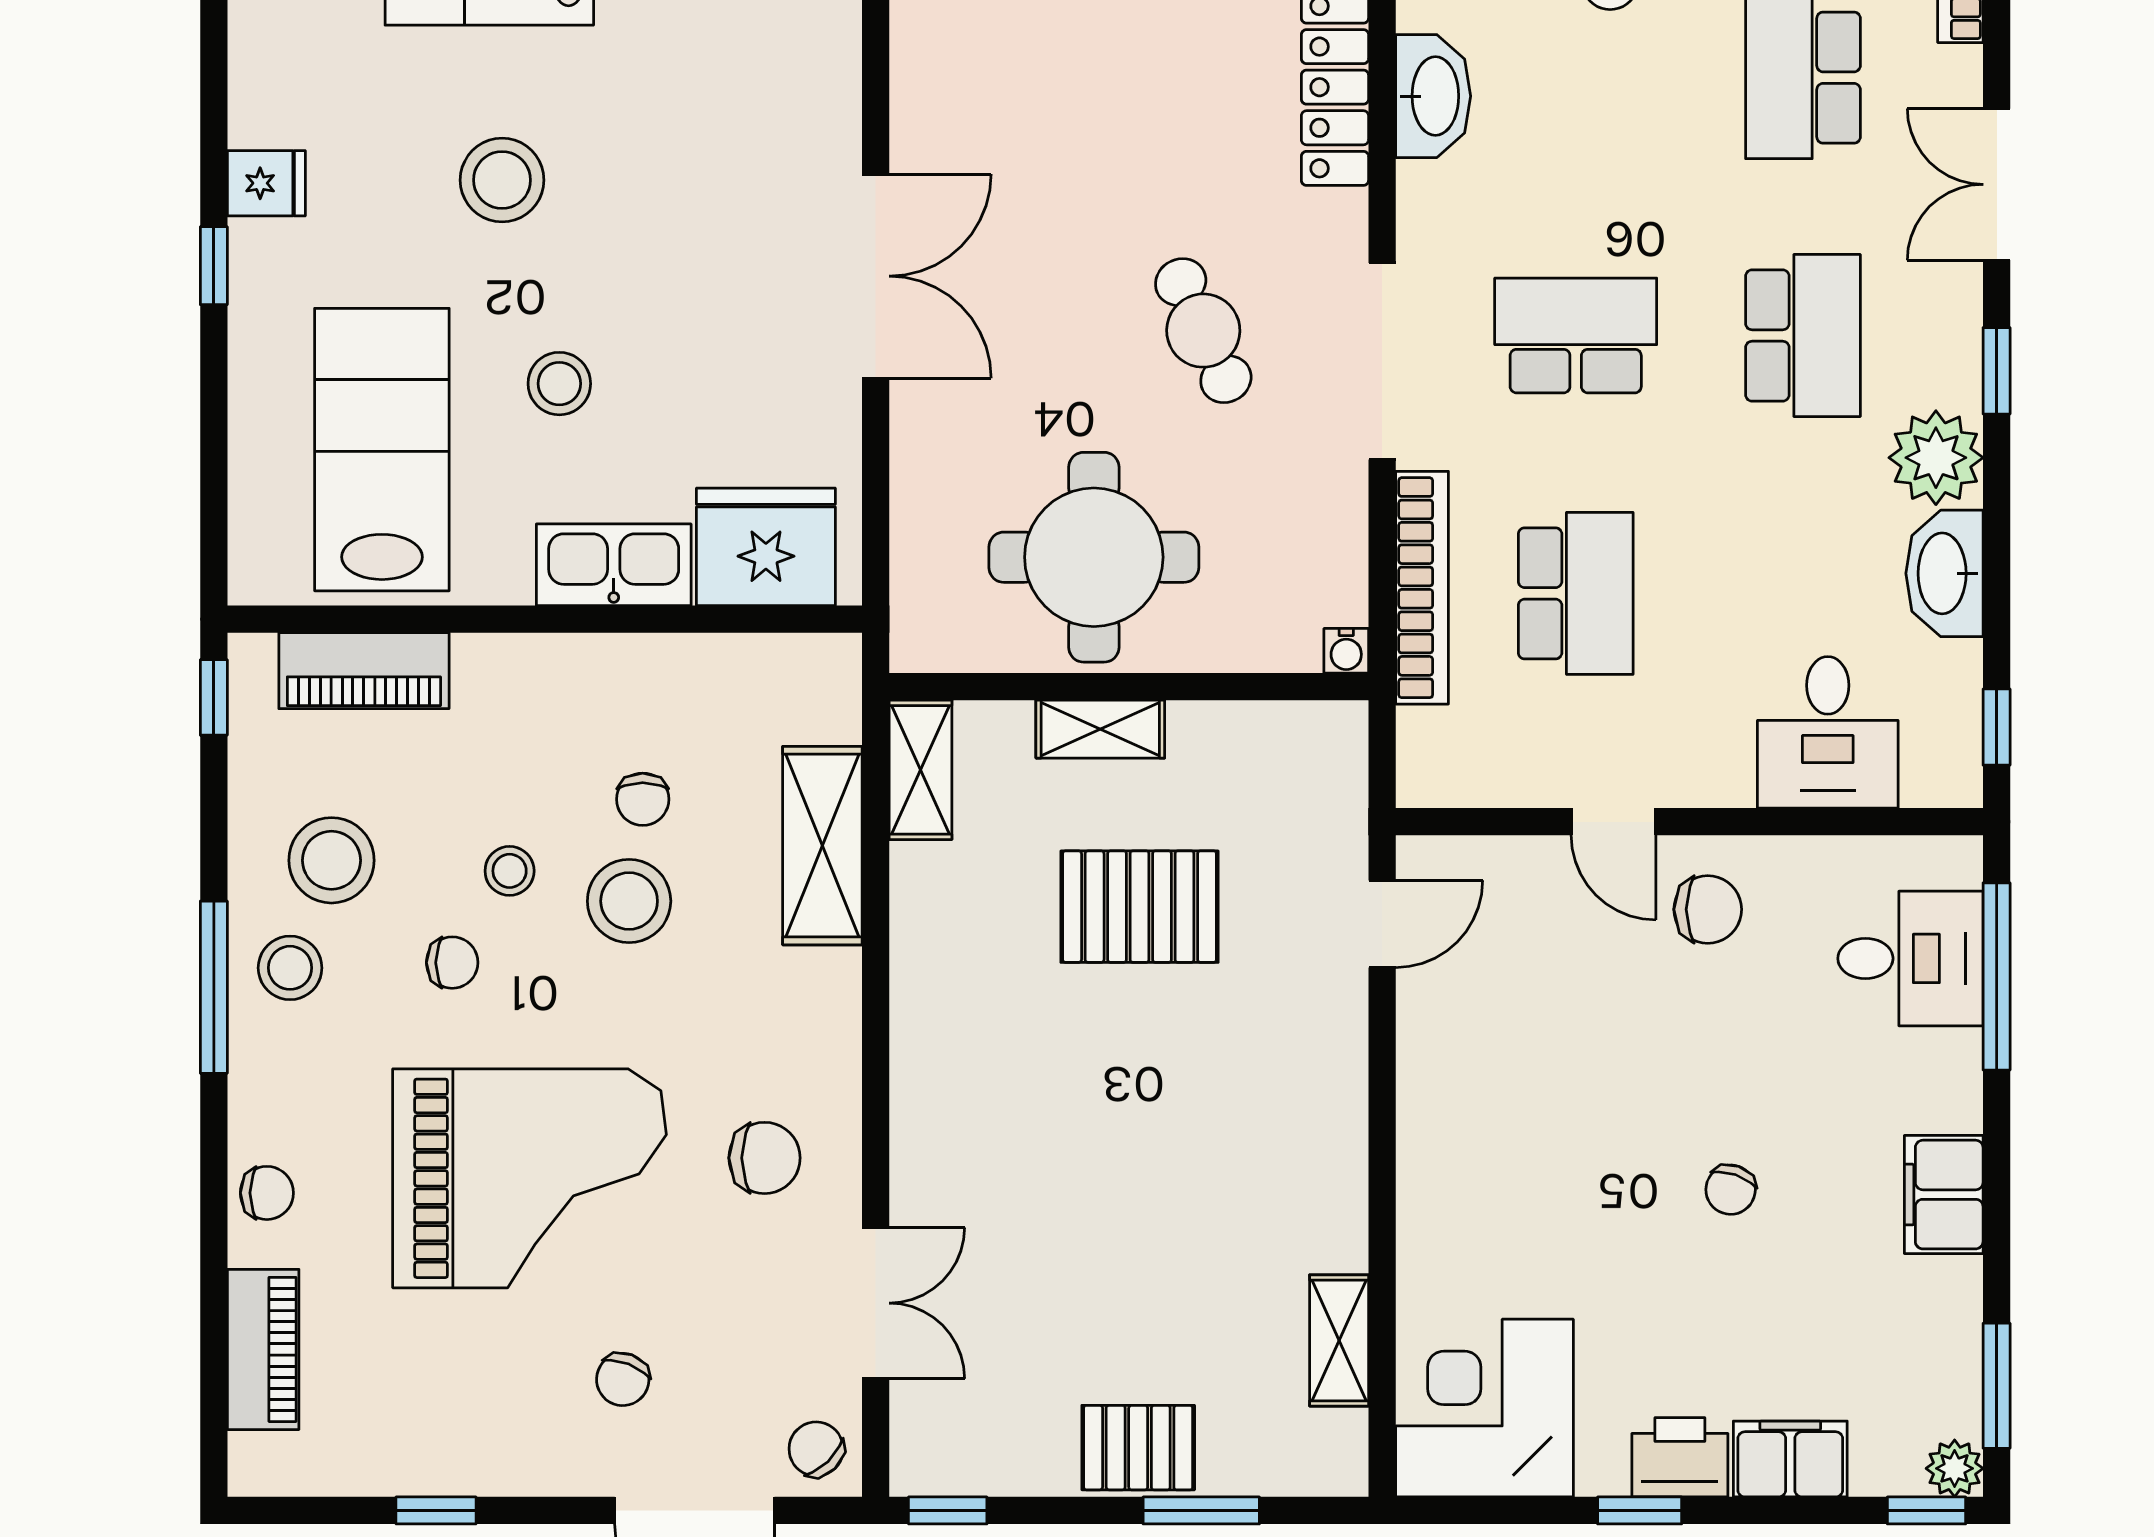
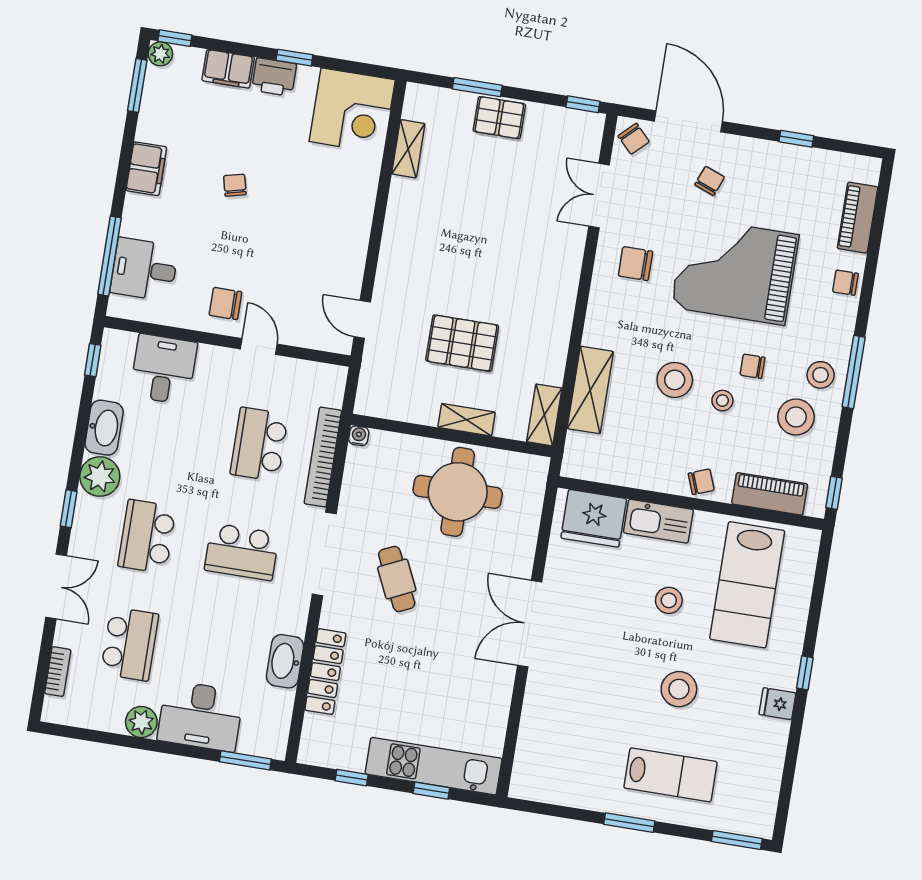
chair: (643, 799) -> (701, 482), moved, turned 69
door: (1382, 924) -> (362, 319), hinge flipped
chair: (1731, 1190) -> (235, 185), turned -33

